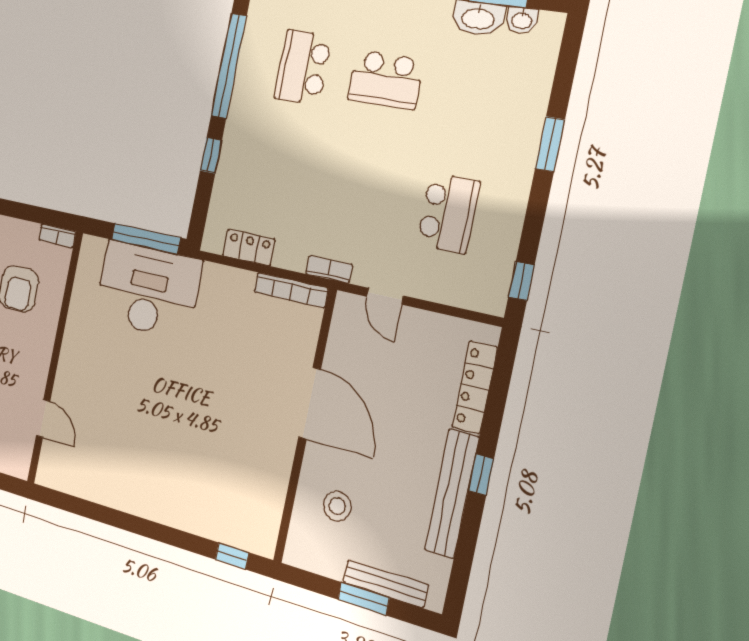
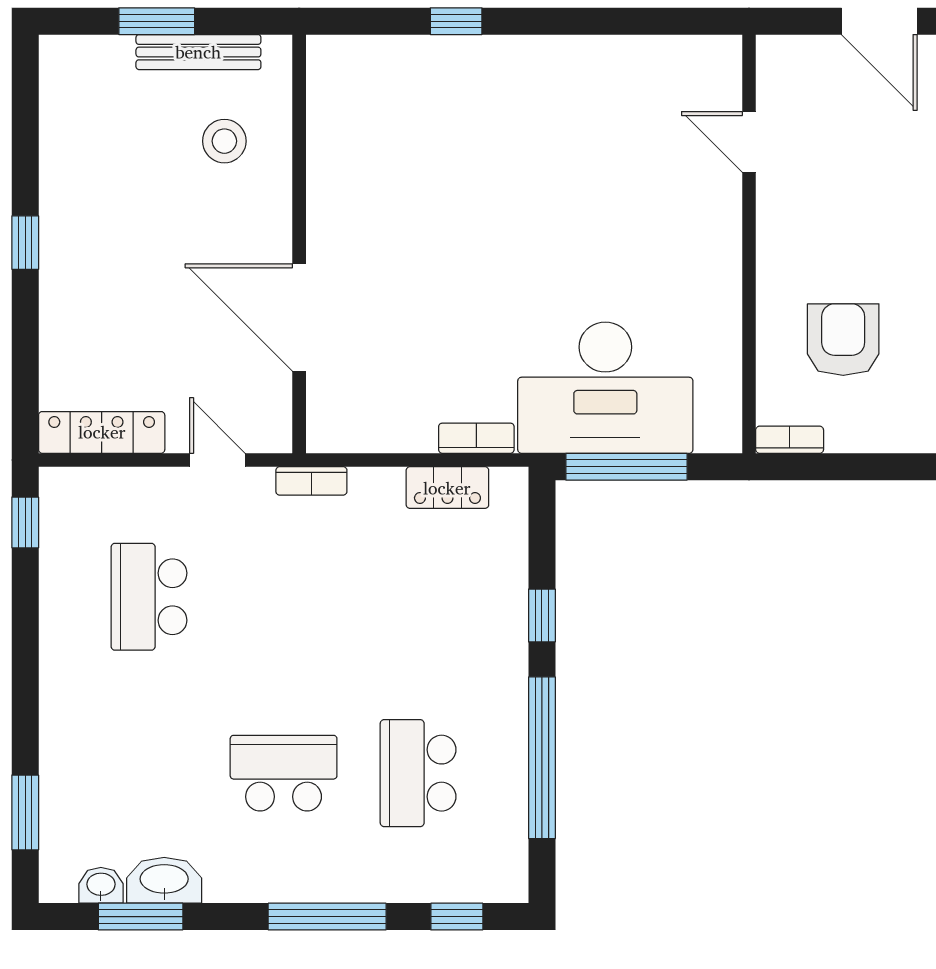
school desk: (303, 67) -> (418, 773), turned 180
window: (550, 144) -> (25, 812), moved
bookcase: (291, 290) -> (476, 438), moved, width x0.64
locker: (475, 387) -> (102, 432), moved, turned -90
door: (310, 403) -> (299, 317), moved
bench: (452, 493) -> (61, 206), removed
window: (232, 556) -> (456, 21), moved
bench: (386, 584) -> (198, 52), moved

